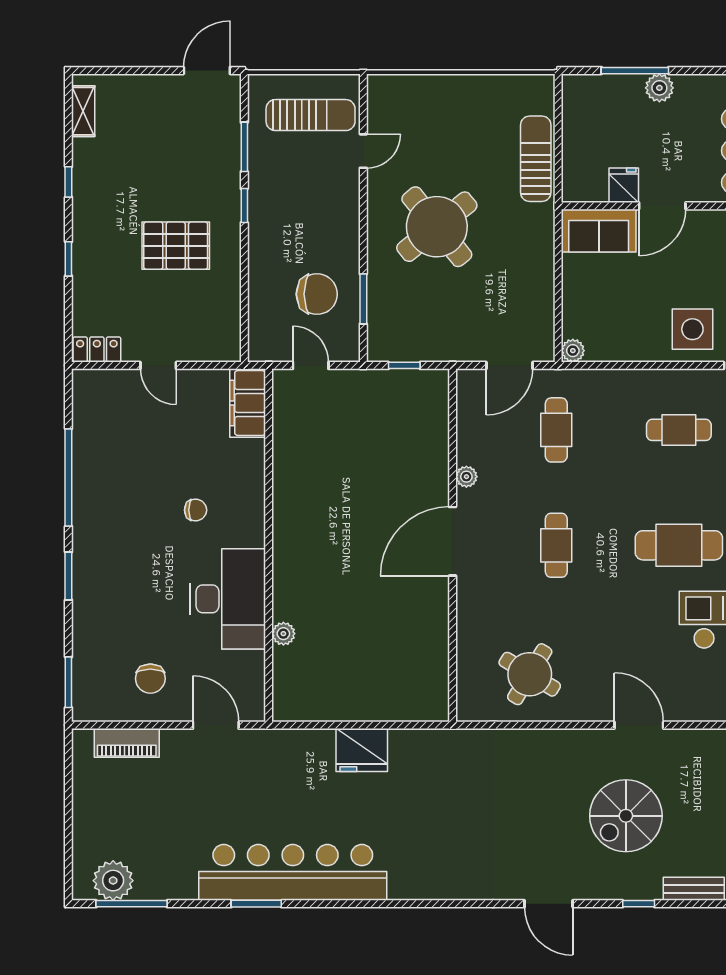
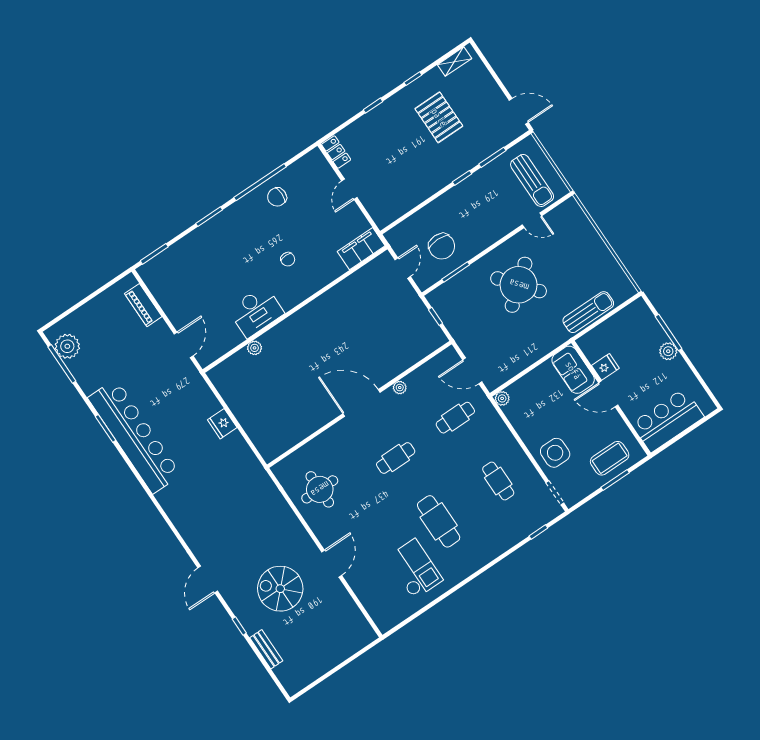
pallet: (176, 246) -> (439, 117), moved
desk: (228, 599) -> (256, 311), width x0.73, depth x0.77
round table: (530, 674) -> (320, 489), turned -31
chair: (150, 679) -> (277, 197), moved
fridge: (362, 750) -> (222, 424), width x0.73, depth x0.75

